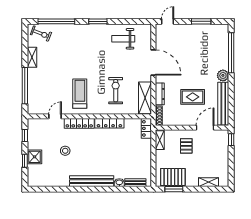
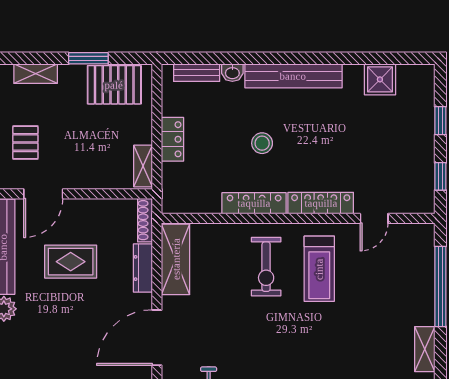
door: (153, 62) -> (157, 338), hinge flipped
exercise bike: (116, 91) -> (266, 267), moved
locker: (146, 128) -> (172, 139), moved
pallet: (186, 146) -> (25, 143), moved
stool: (65, 151) -> (262, 143), moved
shower: (35, 157) -> (380, 79), moved
window: (174, 189) -> (88, 58), moved

